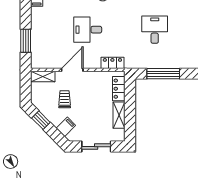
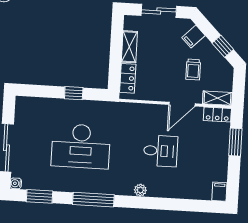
desk: (155, 30) -> (81, 146), width x1.87, depth x1.30
locker: (112, 63) -> (217, 115), moved
window: (163, 74) -> (74, 93), width x0.46

